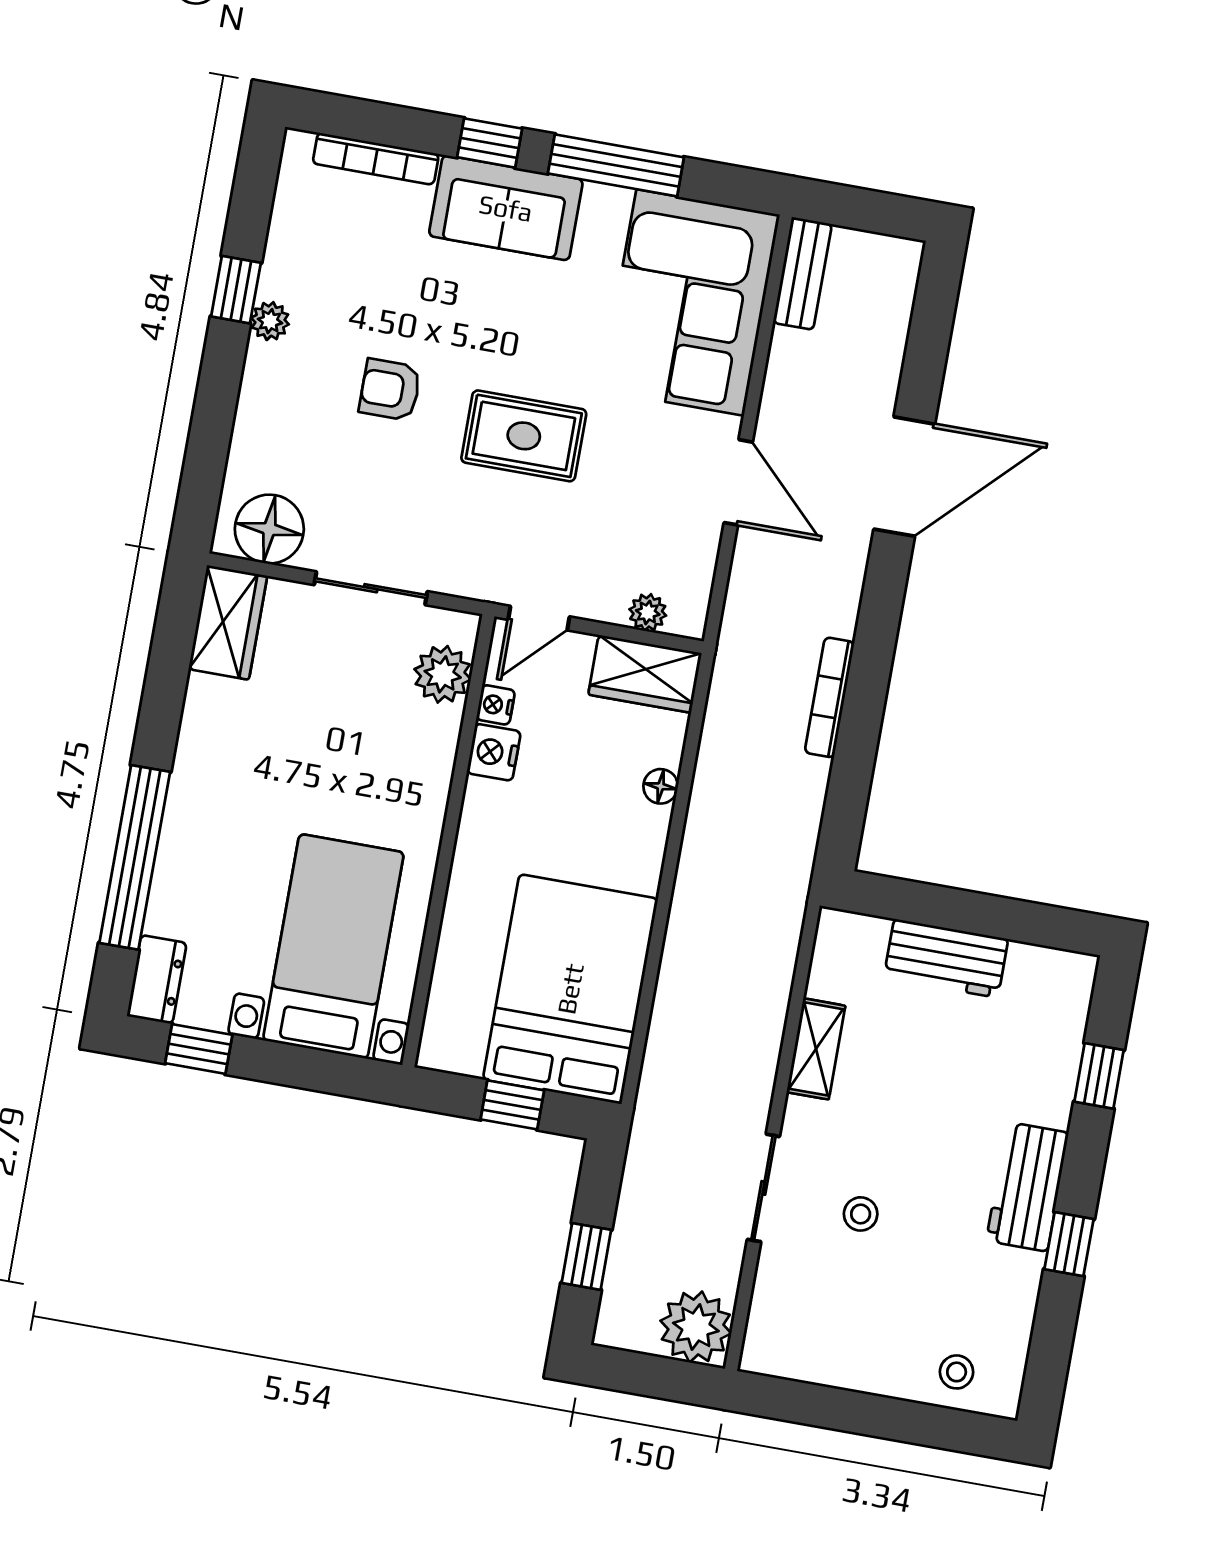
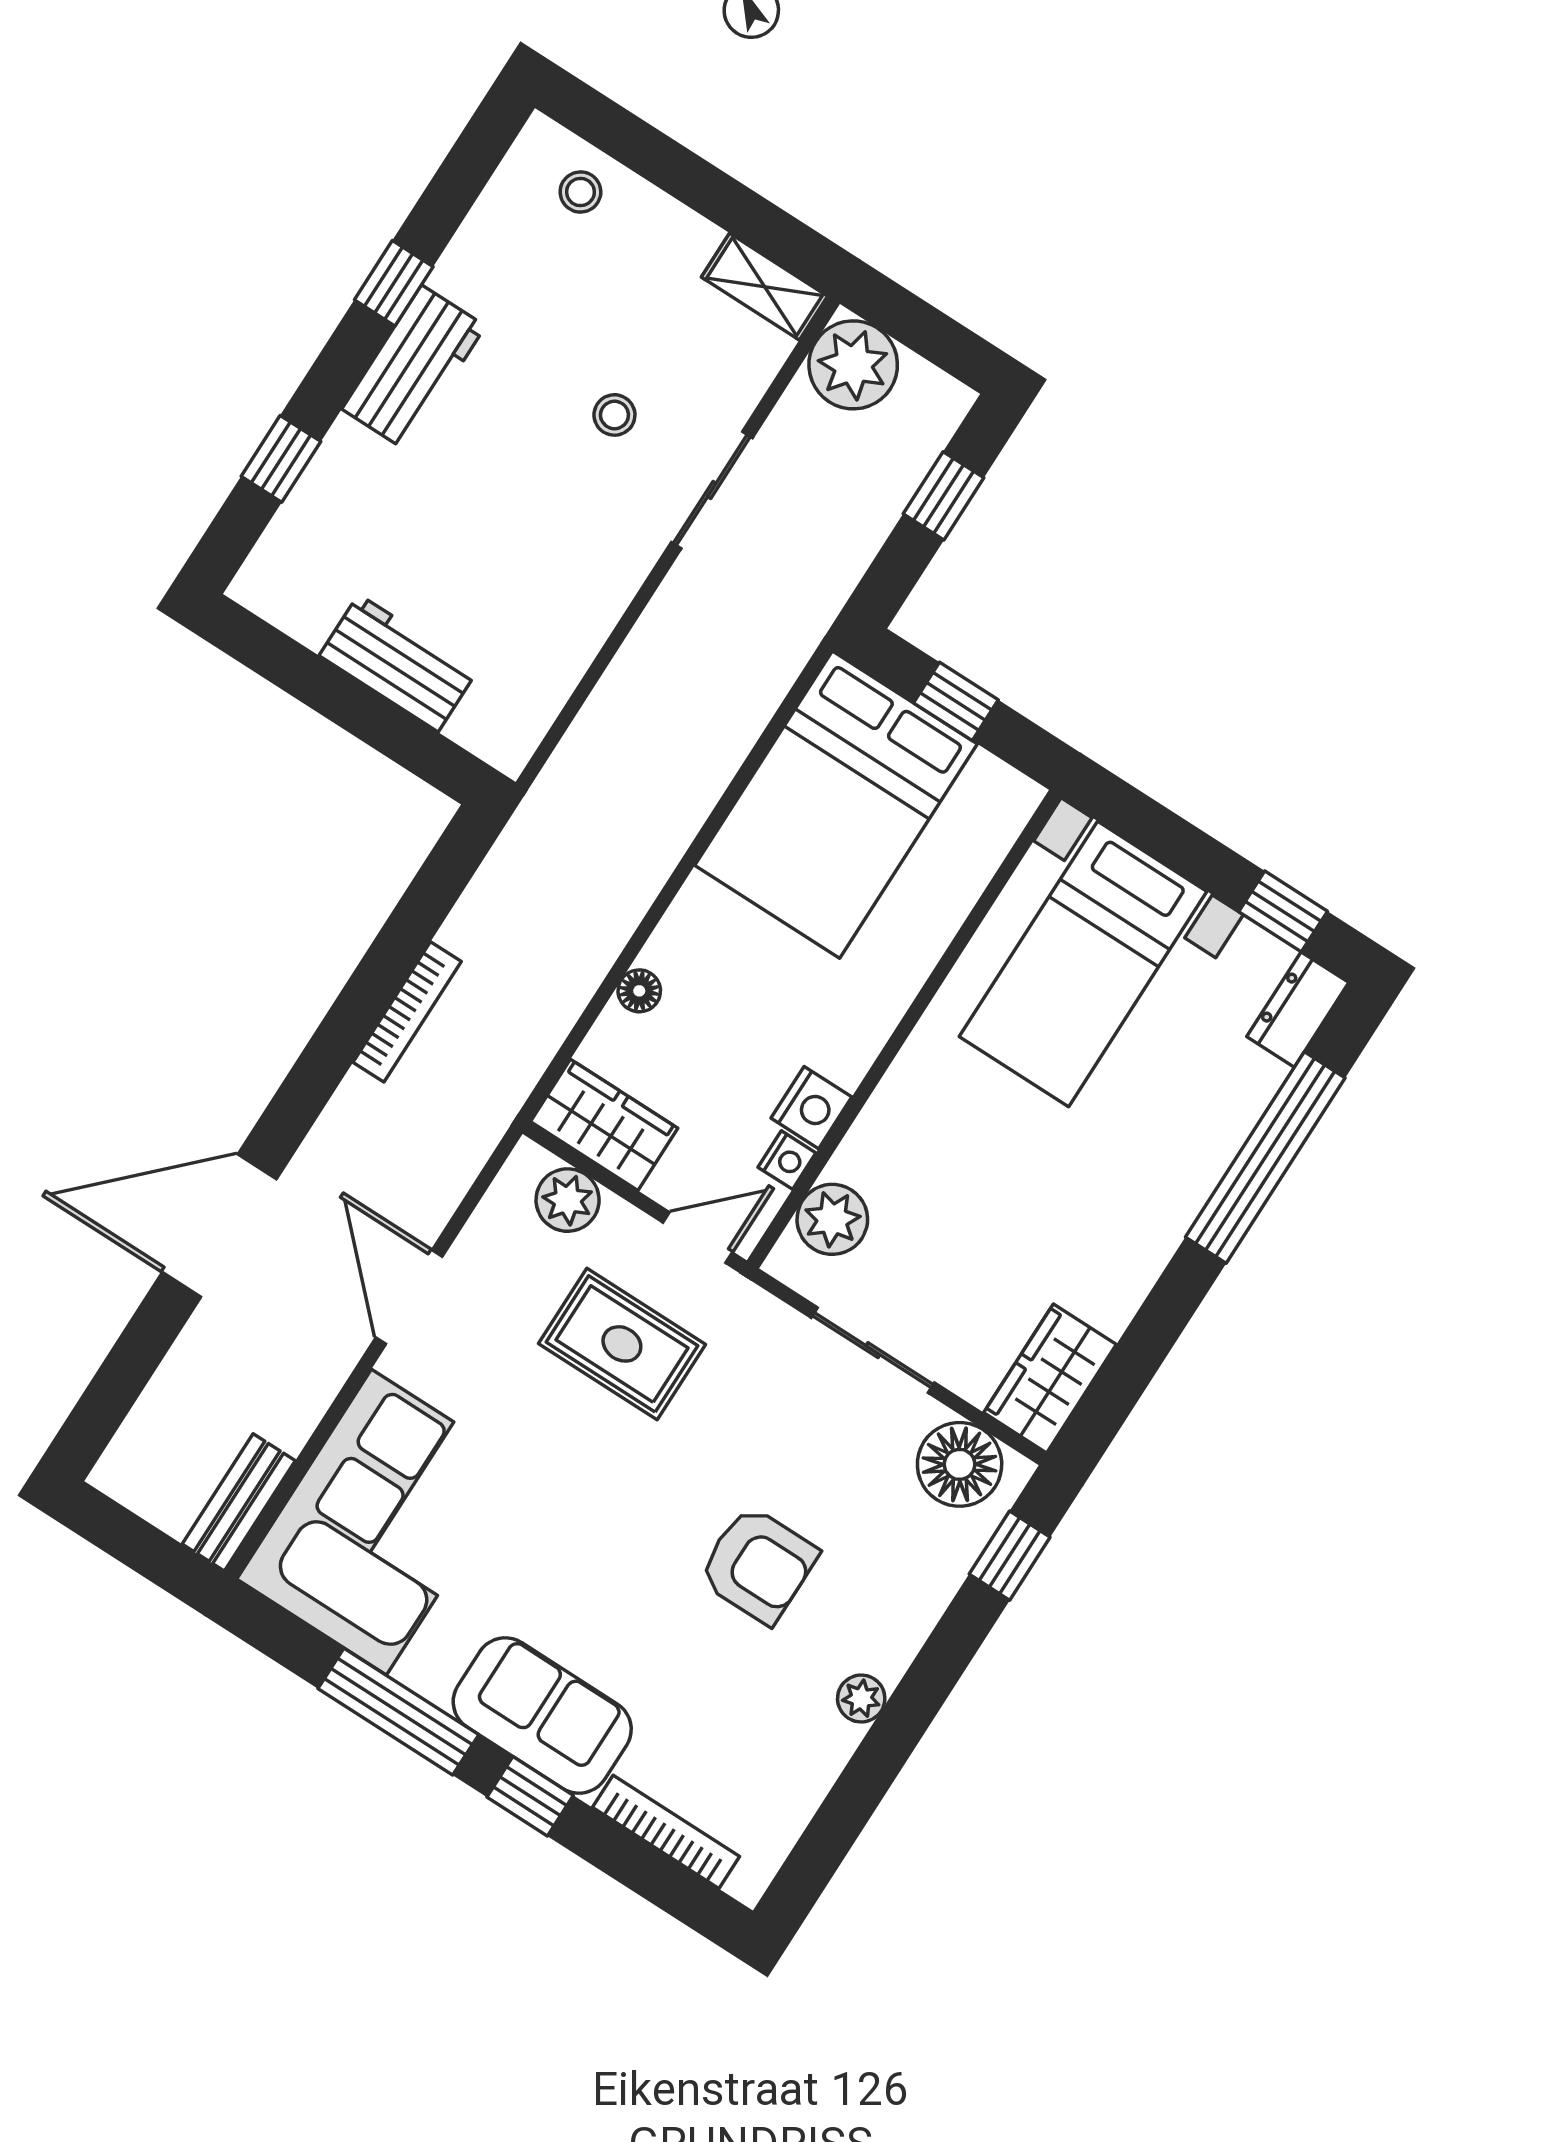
window: (236, 290) -> (1010, 1556), moved
armchair: (390, 390) -> (758, 1565), width x1.38, depth x1.38
rug: (524, 436) -> (622, 1344), moved
plant: (648, 612) -> (568, 1200), width x1.38, depth x1.38
shelving: (816, 1049) -> (765, 287), moved, turned 90

